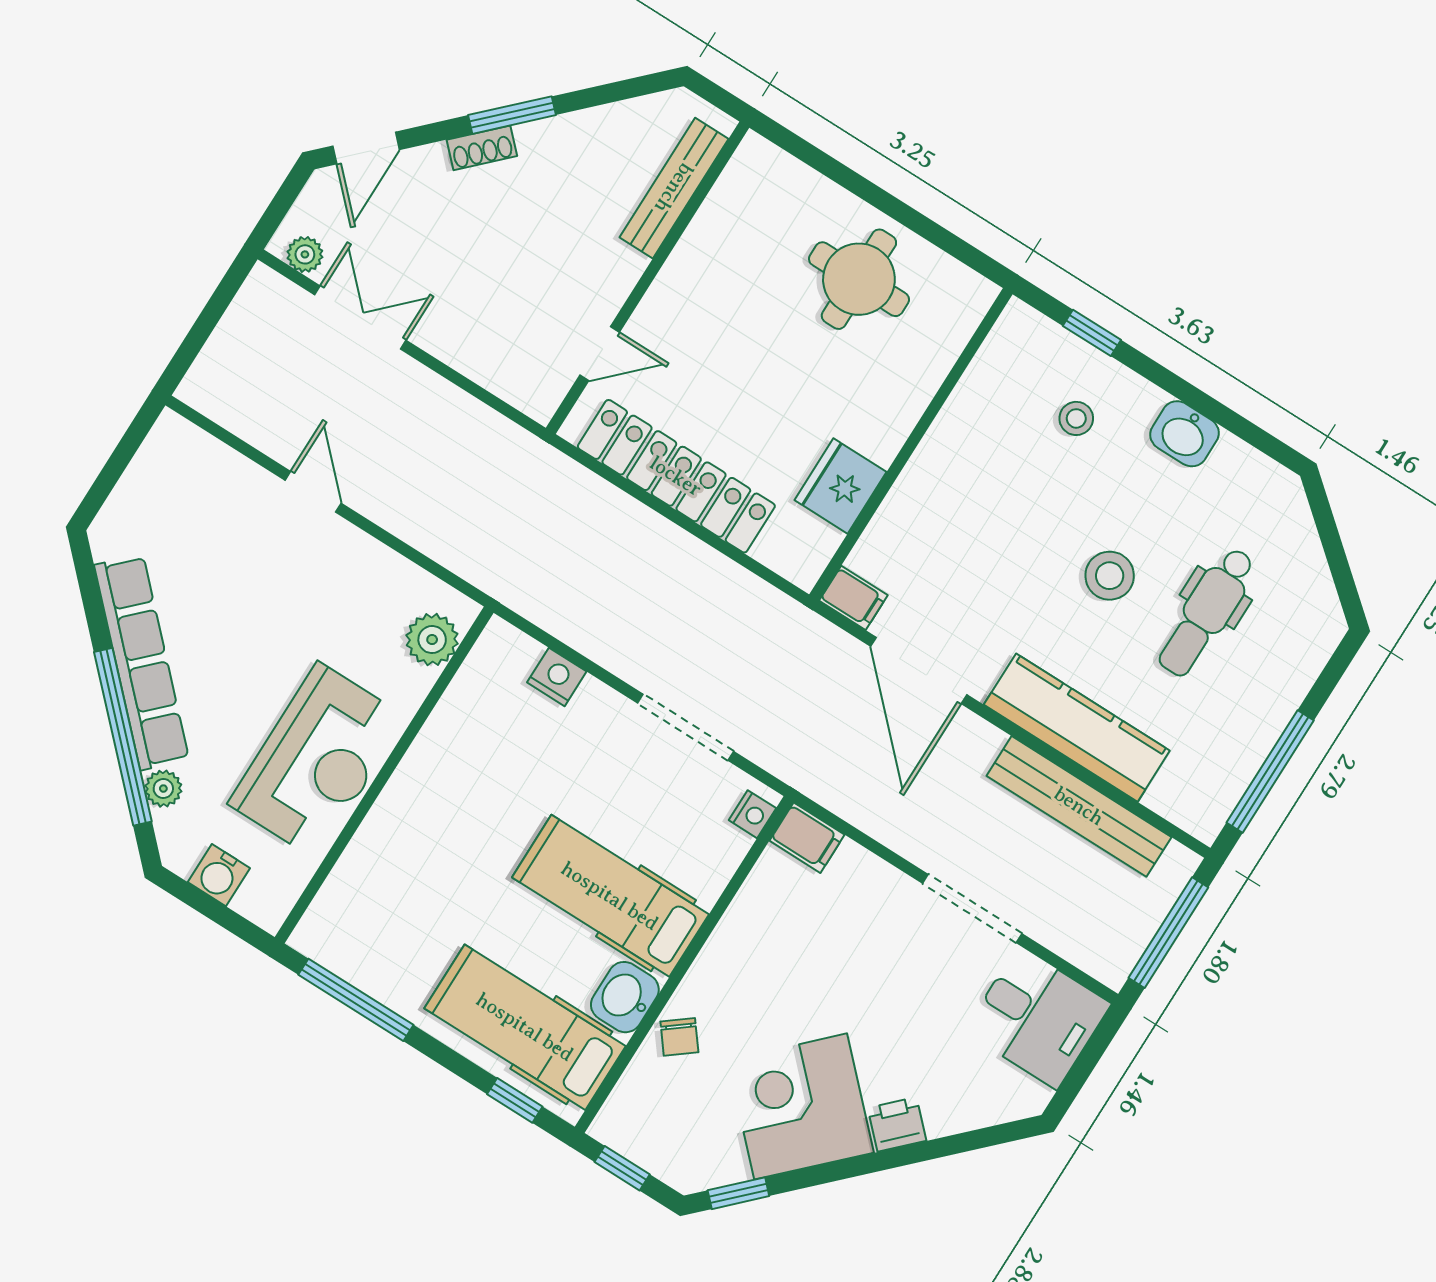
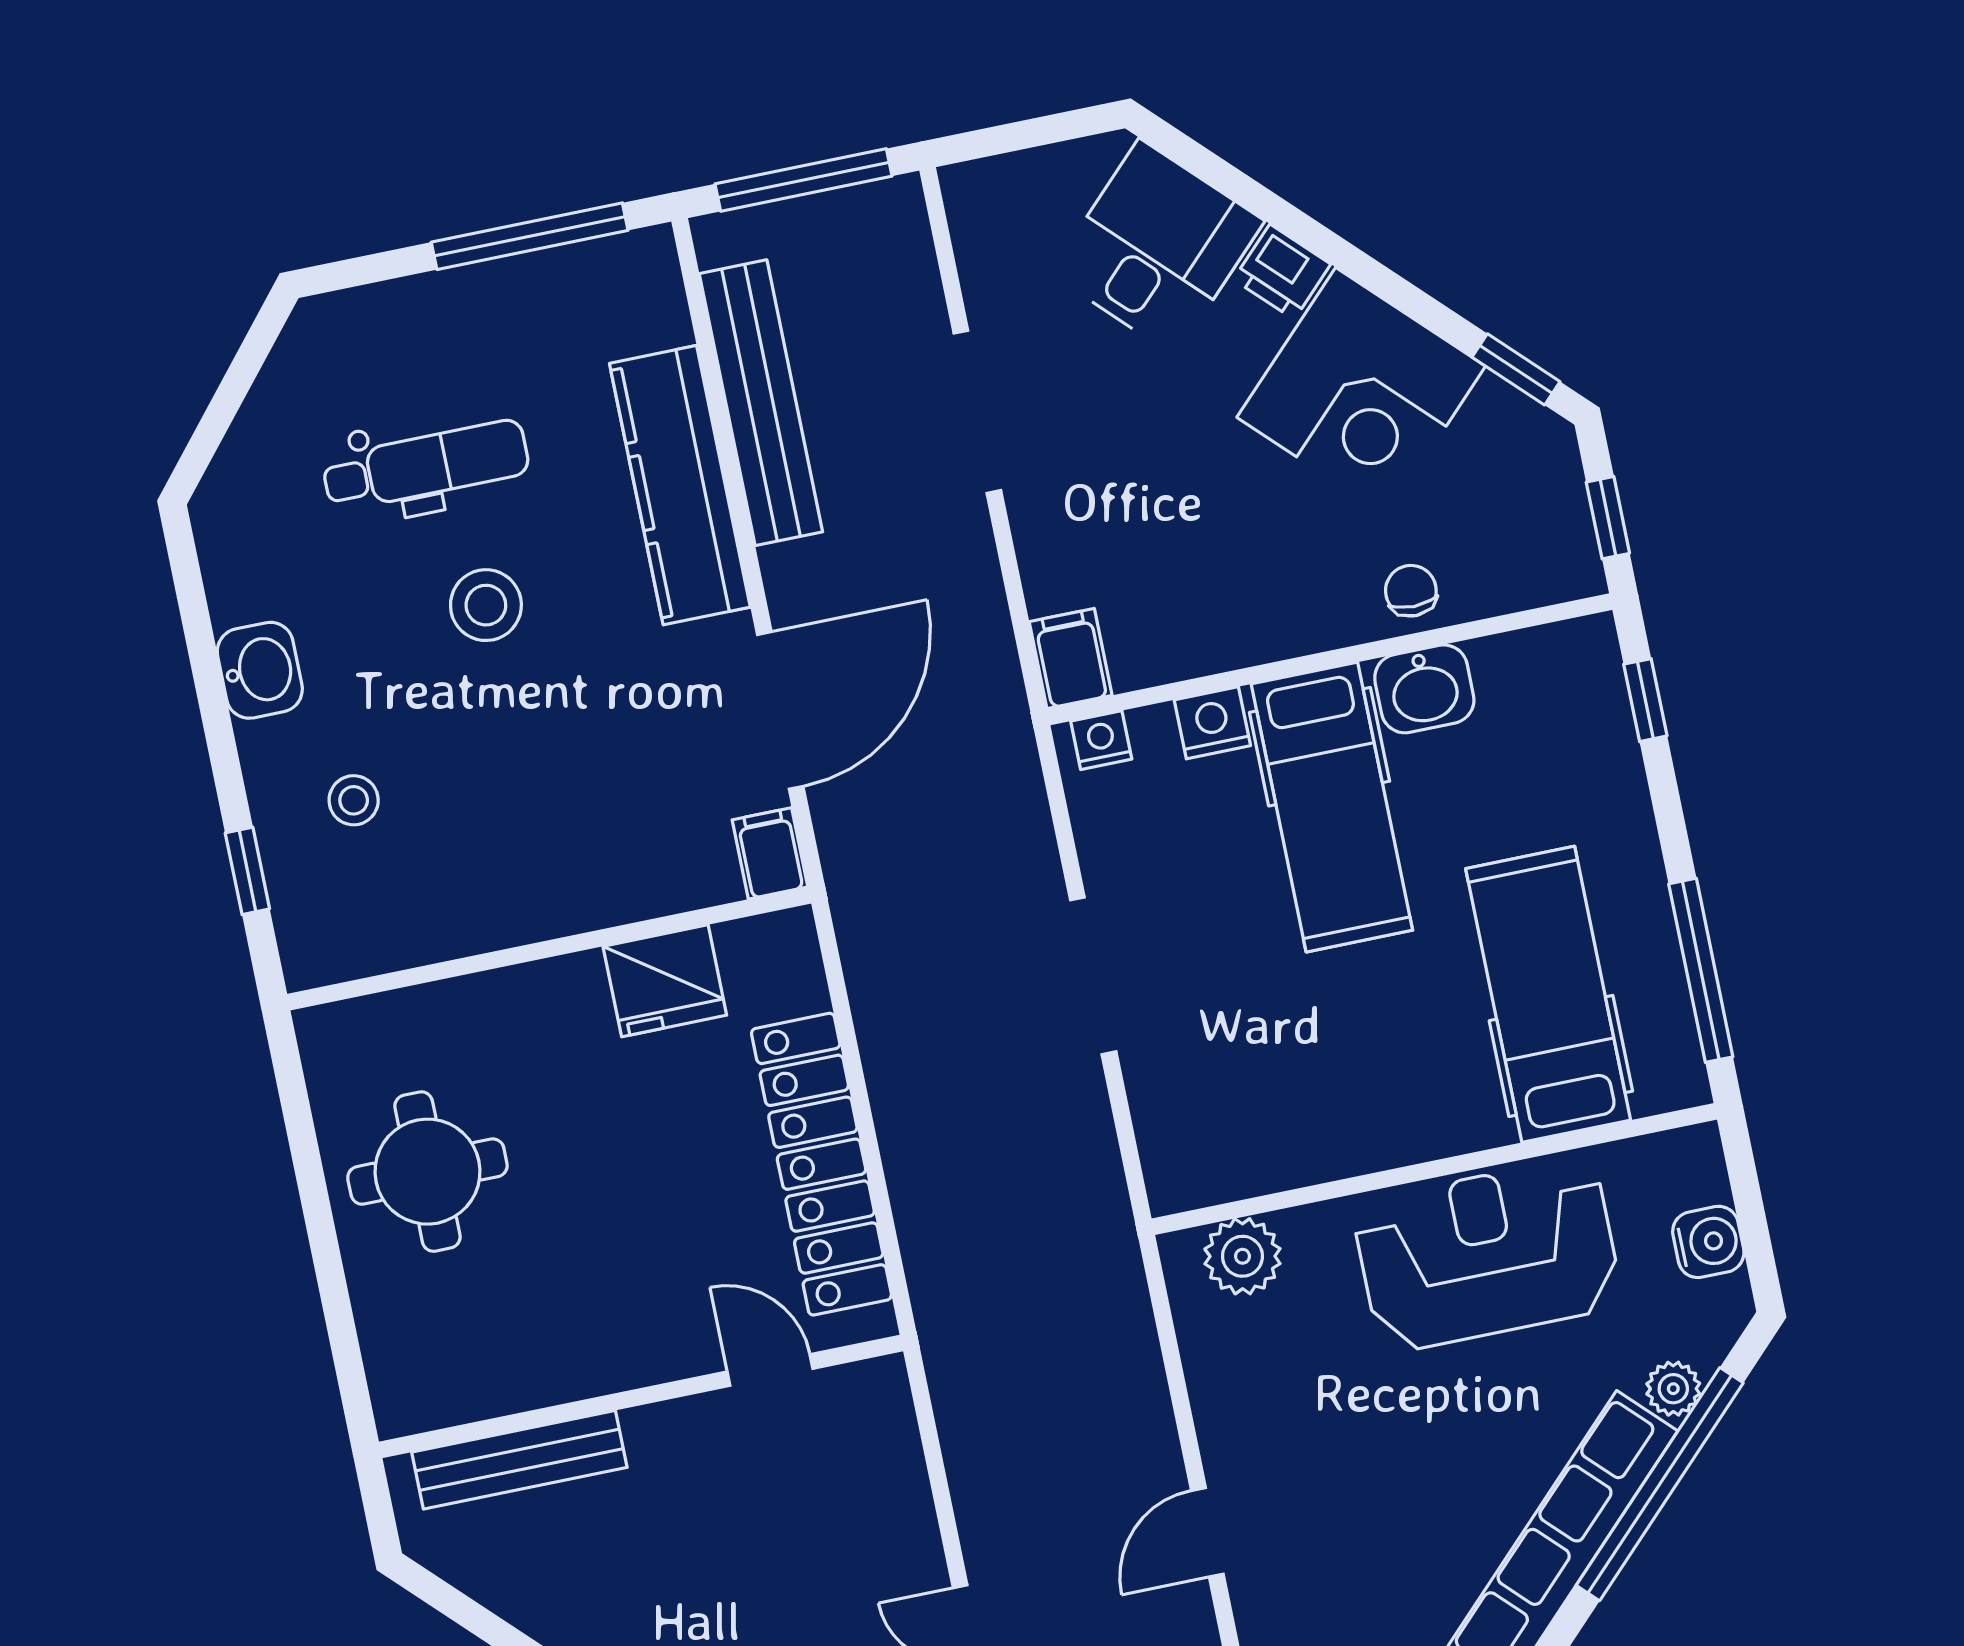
nightstand: (557, 677) -> (1212, 723), moved, turned 90
doorway: (686, 727) -> (1093, 976), moved
desk: (1038, 1018) -> (1157, 247), moved, turned 45
hospital bed: (525, 1027) -> (1548, 994), moved, turned 180
chair: (679, 1037) -> (1411, 591), turned -52

